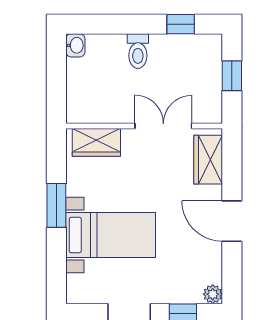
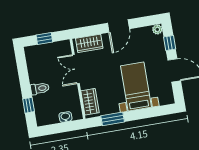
window: (181, 24) -> (29, 105), moved
washbasin: (75, 45) -> (65, 117), moved
window: (56, 205) -> (113, 119), moved

